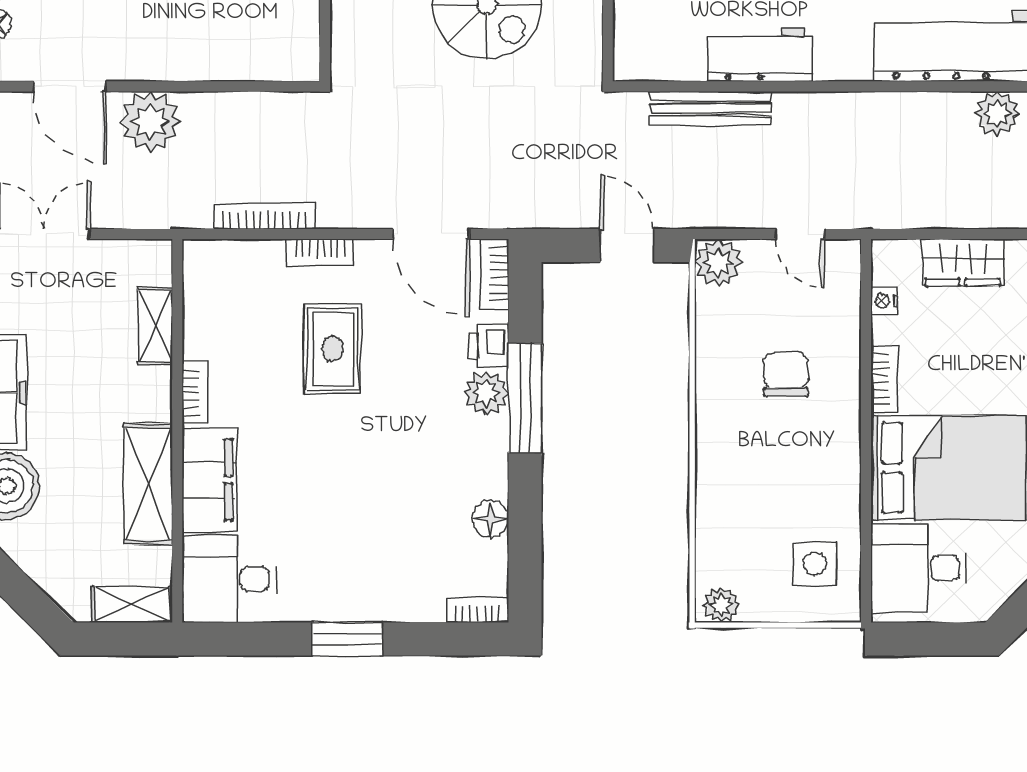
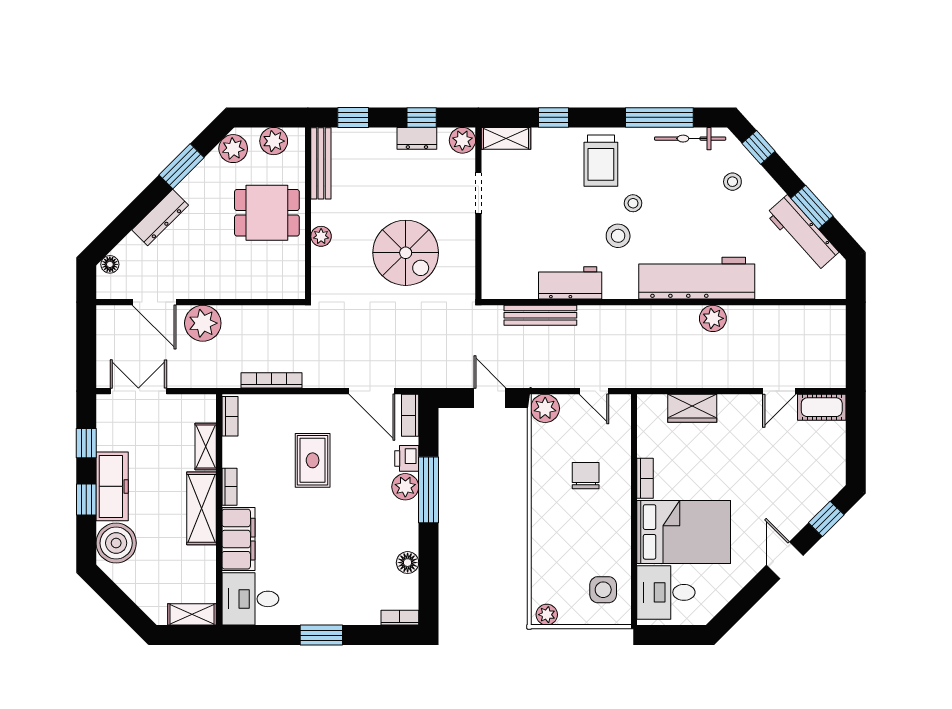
bookcase: (320, 252) -> (230, 416), moved, turned -90
nightstand: (884, 301) -> (645, 431), removed
shelving: (148, 484) -> (201, 508), moved

